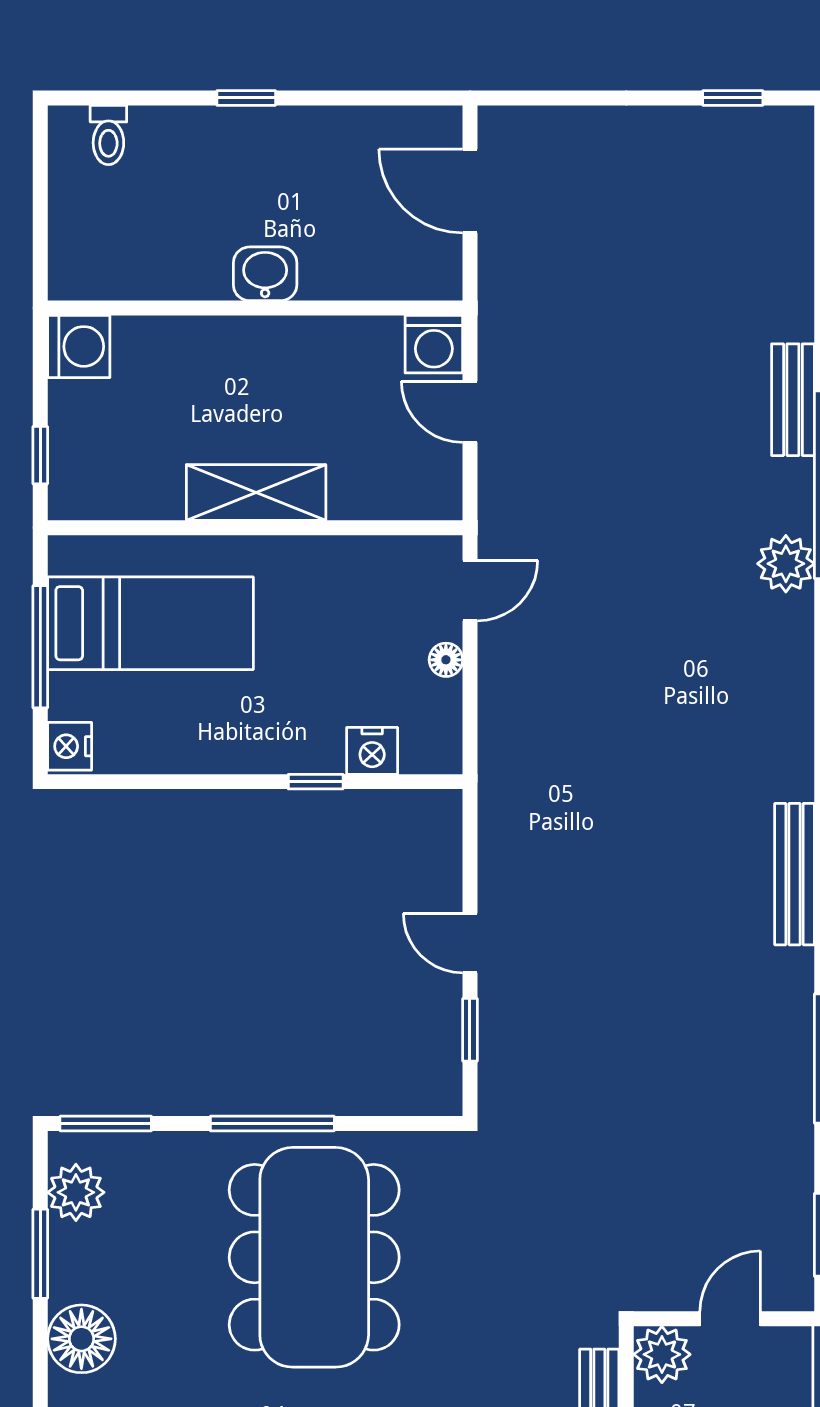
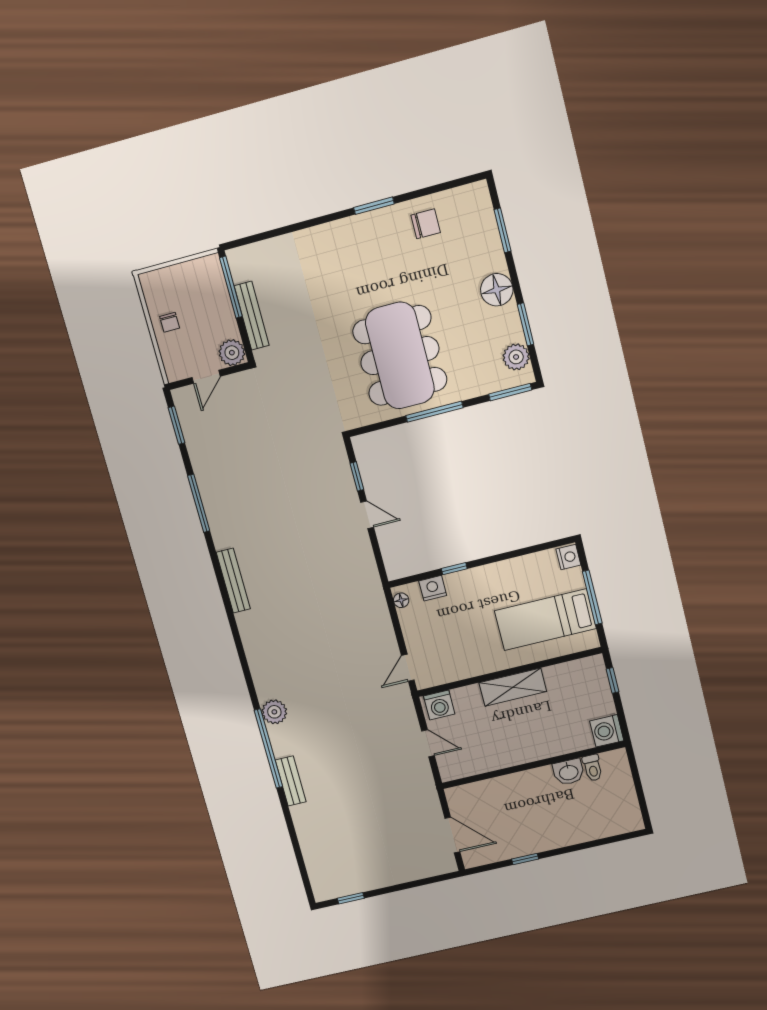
window: (246, 98) -> (525, 859), moved
toilet: (108, 135) -> (593, 768), moved, turned 180
washbasin: (265, 274) -> (569, 772), moved
washing machine: (434, 344) -> (439, 705), moved, turned 180
floor lamp: (446, 660) -> (401, 600), moved

